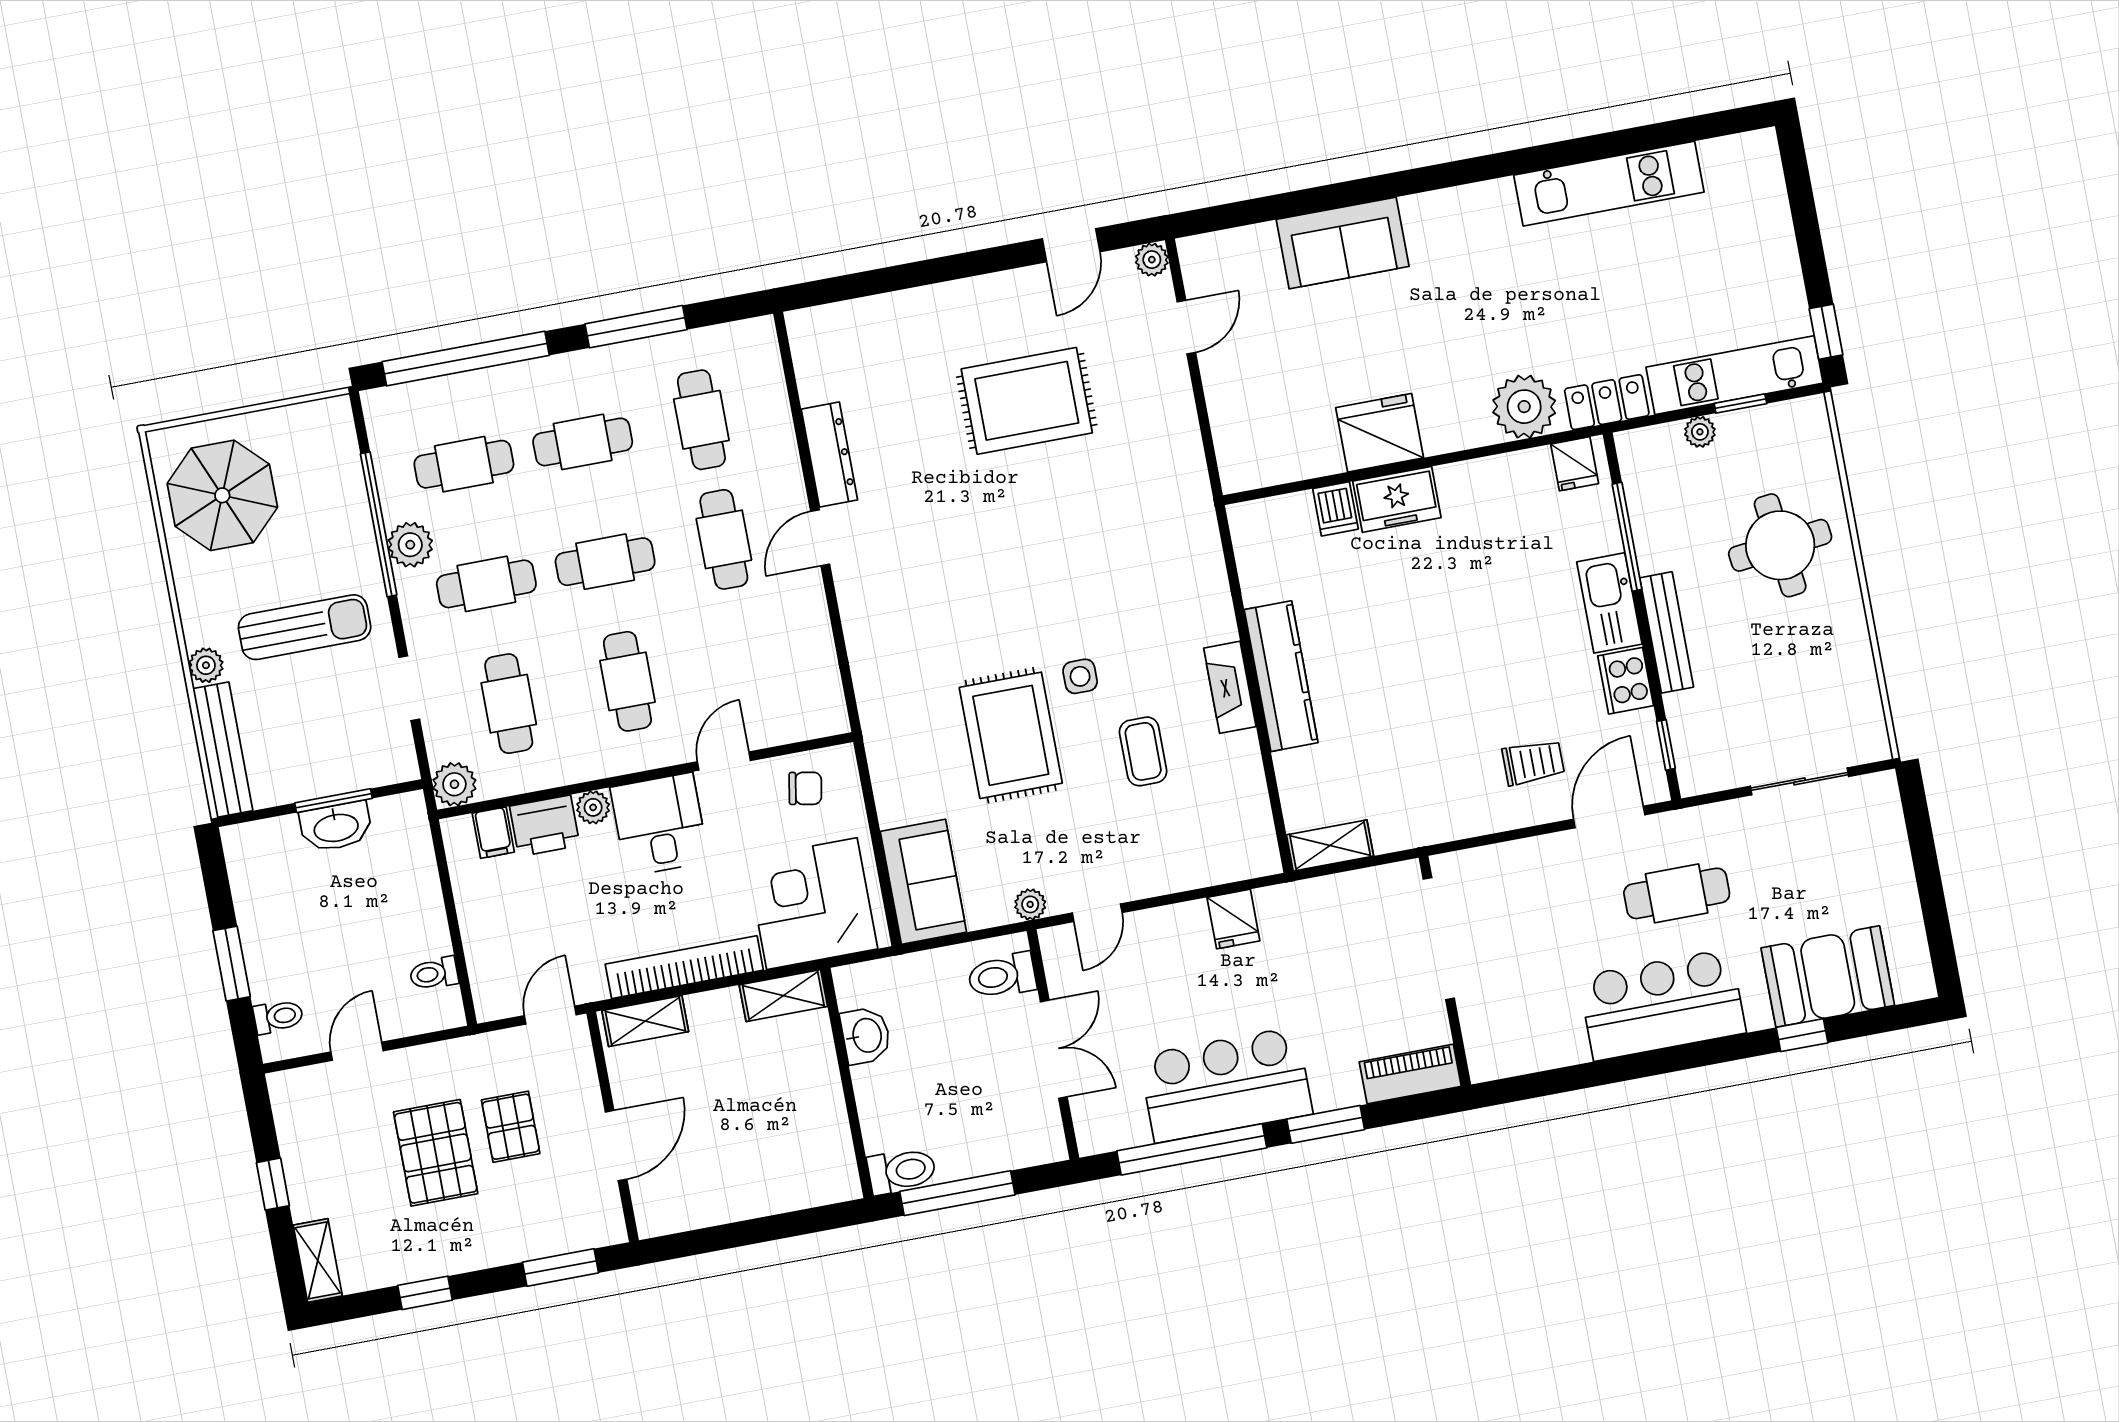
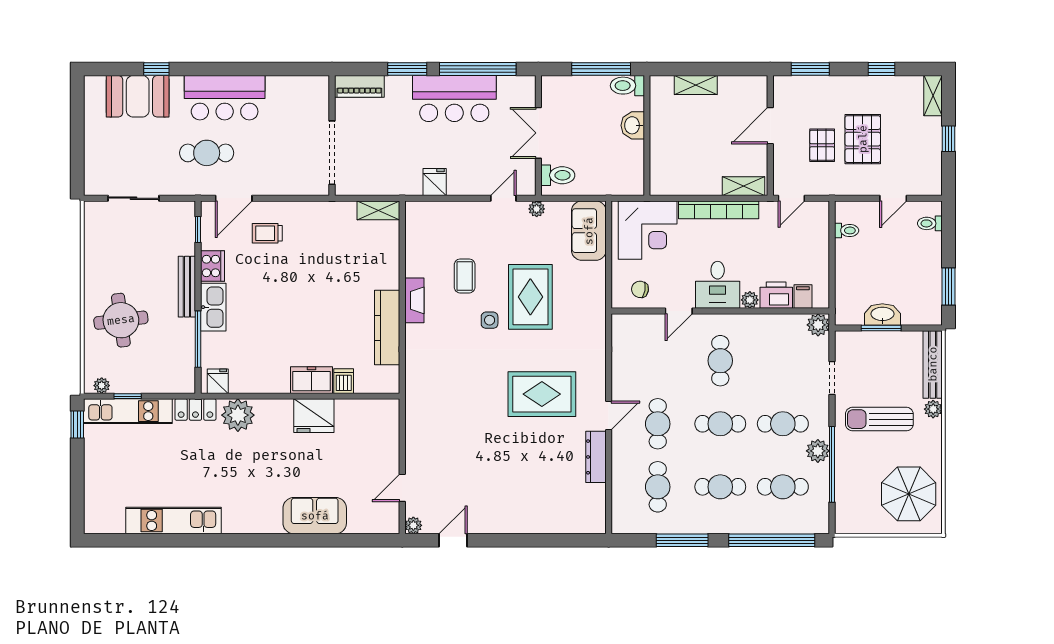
rug: (1027, 401) -> (542, 394), moved
plant: (1700, 432) -> (102, 386), moved
kitchen counter: (1281, 676) -> (387, 328), moved
cafe table: (509, 704) -> (783, 361), removed
window: (232, 964) -> (949, 287), moved
shelving: (783, 996) -> (696, 85), moved
washbasin: (866, 1036) -> (633, 125), moved

